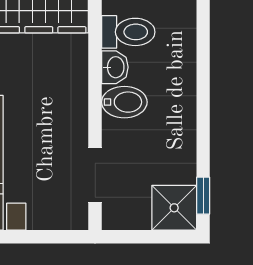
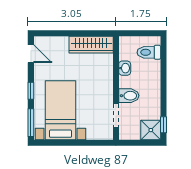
toilet: (128, 32) -> (149, 52), moved, turned 180
bidet: (124, 102) -> (129, 96), moved

